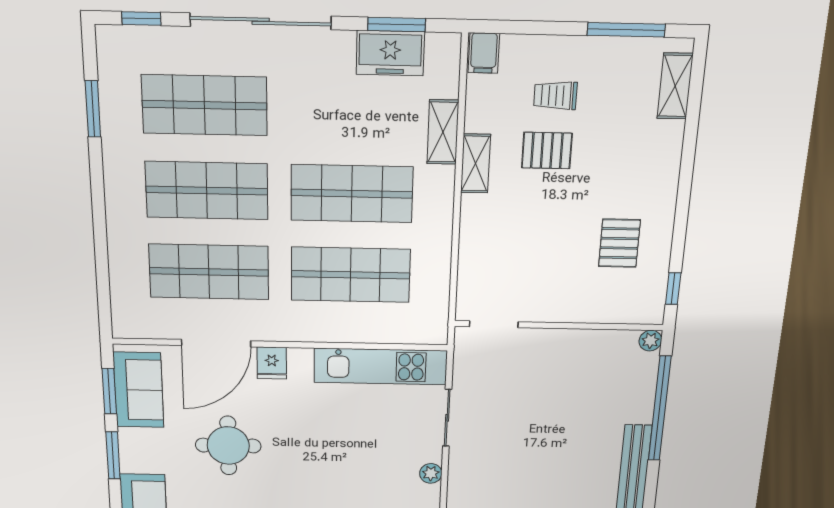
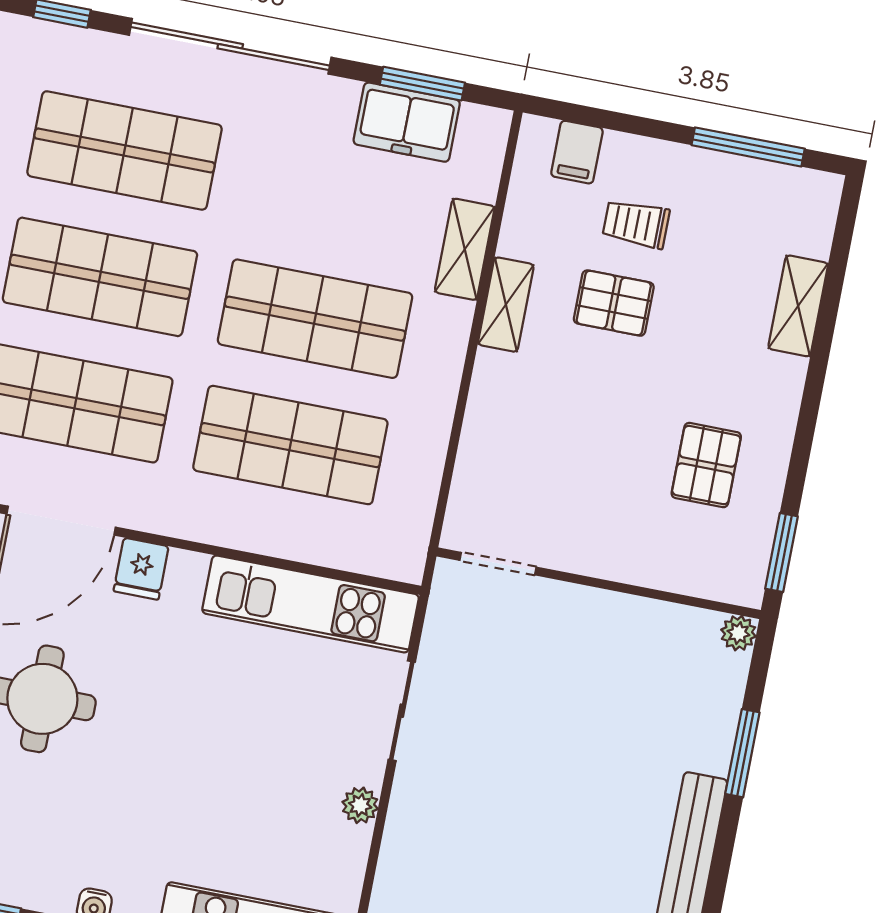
filing cabinet: (484, 53) -> (577, 152), moved
shelving: (675, 86) -> (798, 306), moved
window: (673, 289) -> (781, 553), width x1.50
window: (660, 409) -> (742, 753), width x0.47

